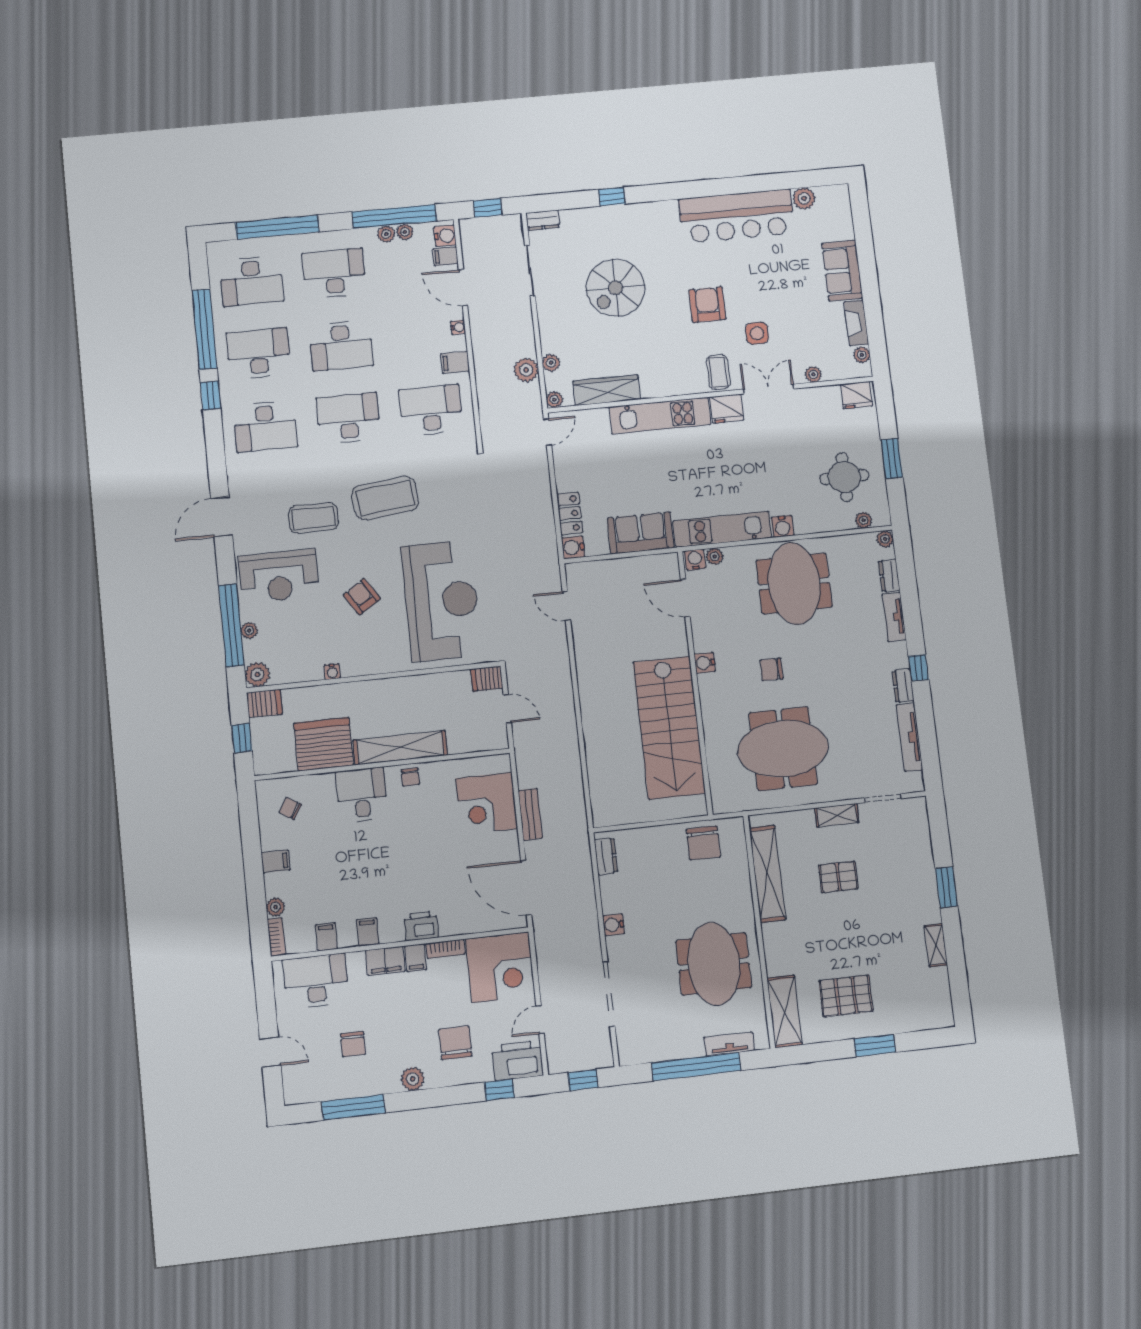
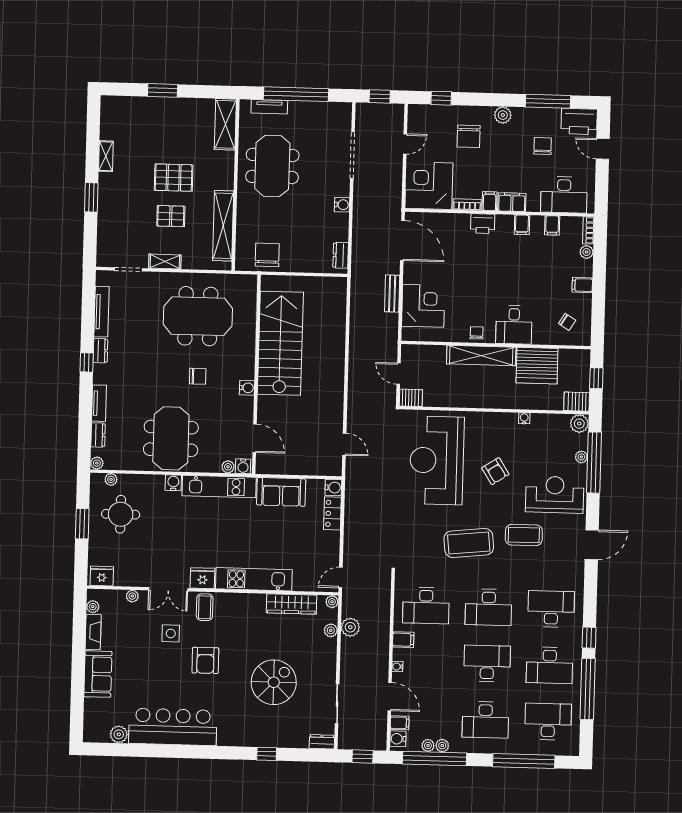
pallet: (846, 996) -> (174, 178), moved
printer: (518, 1061) -> (579, 121), moved

